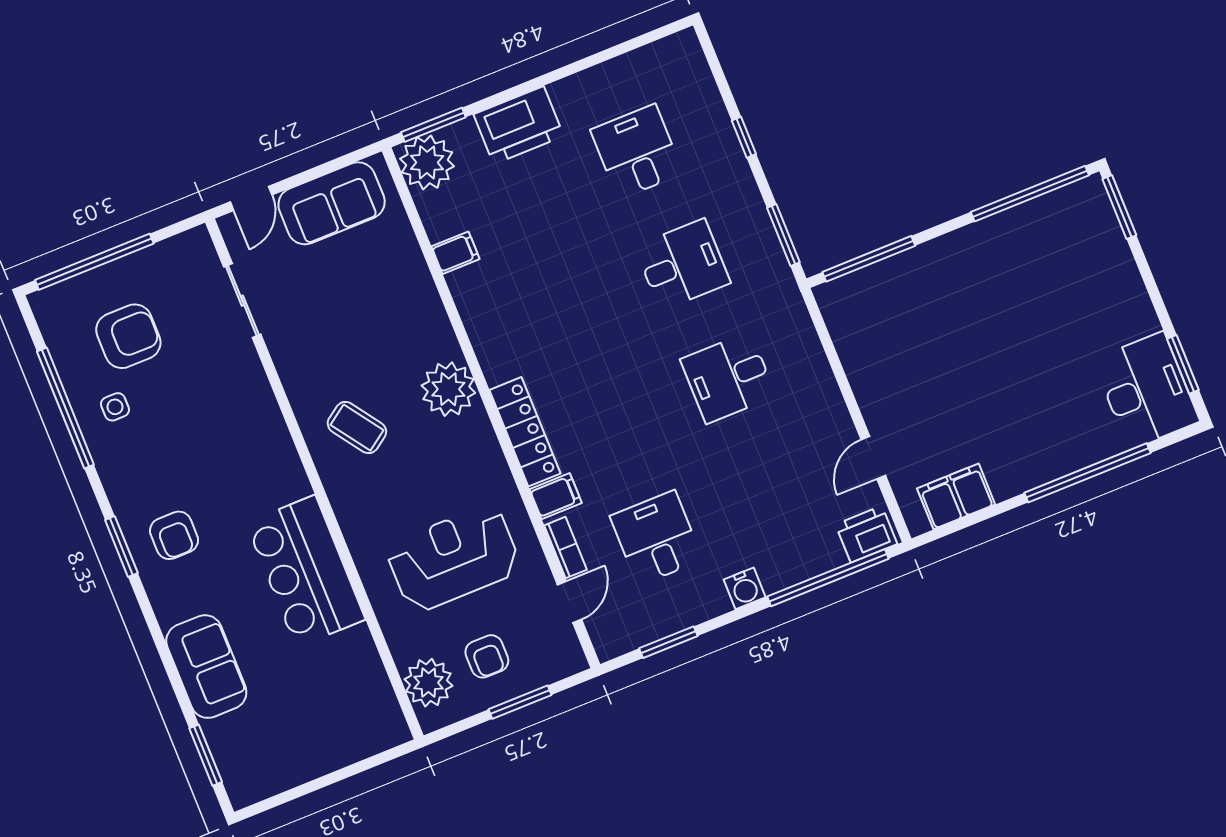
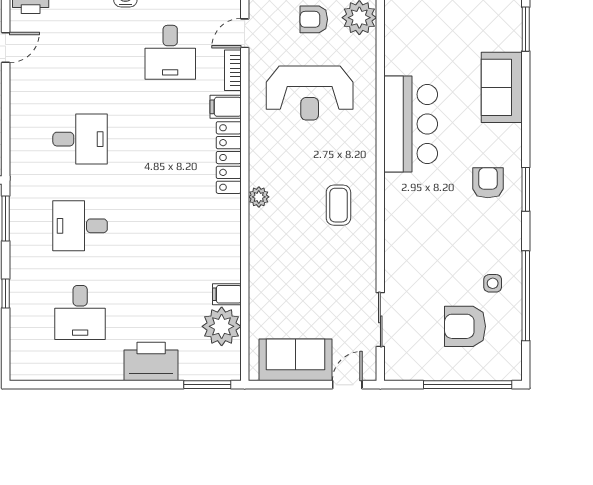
plant: (427, 162) -> (222, 326), moved
plant: (448, 389) -> (259, 197), width x0.53, depth x0.53
coffee table: (357, 427) -> (338, 205), turned 35
armchair: (487, 656) -> (314, 19), turned -90

